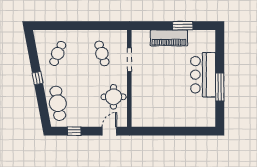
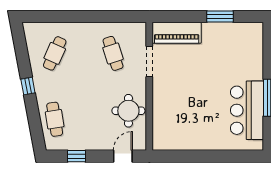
piano: (169, 38) -> (177, 33), moved
bar counter: (203, 75) -> (247, 110), moved
cafe table: (58, 103) -> (55, 119), width x0.73, depth x0.74

